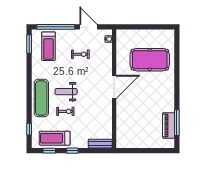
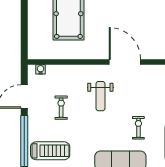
door: (114, 87) -> (125, 62), moved
weight bench: (66, 92) -> (100, 96), moved

